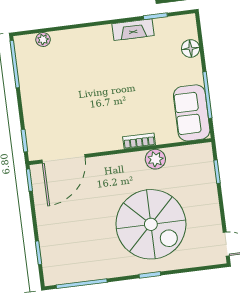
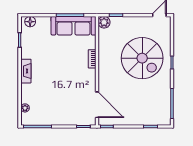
fireplace: (133, 30) -> (26, 71), moved
floor lamp: (191, 48) -> (30, 22), moved
sofa: (192, 113) -> (73, 26), width x1.36
plant: (155, 159) -> (104, 22), moved
spiral stairs: (151, 224) -> (142, 58), turned 90

